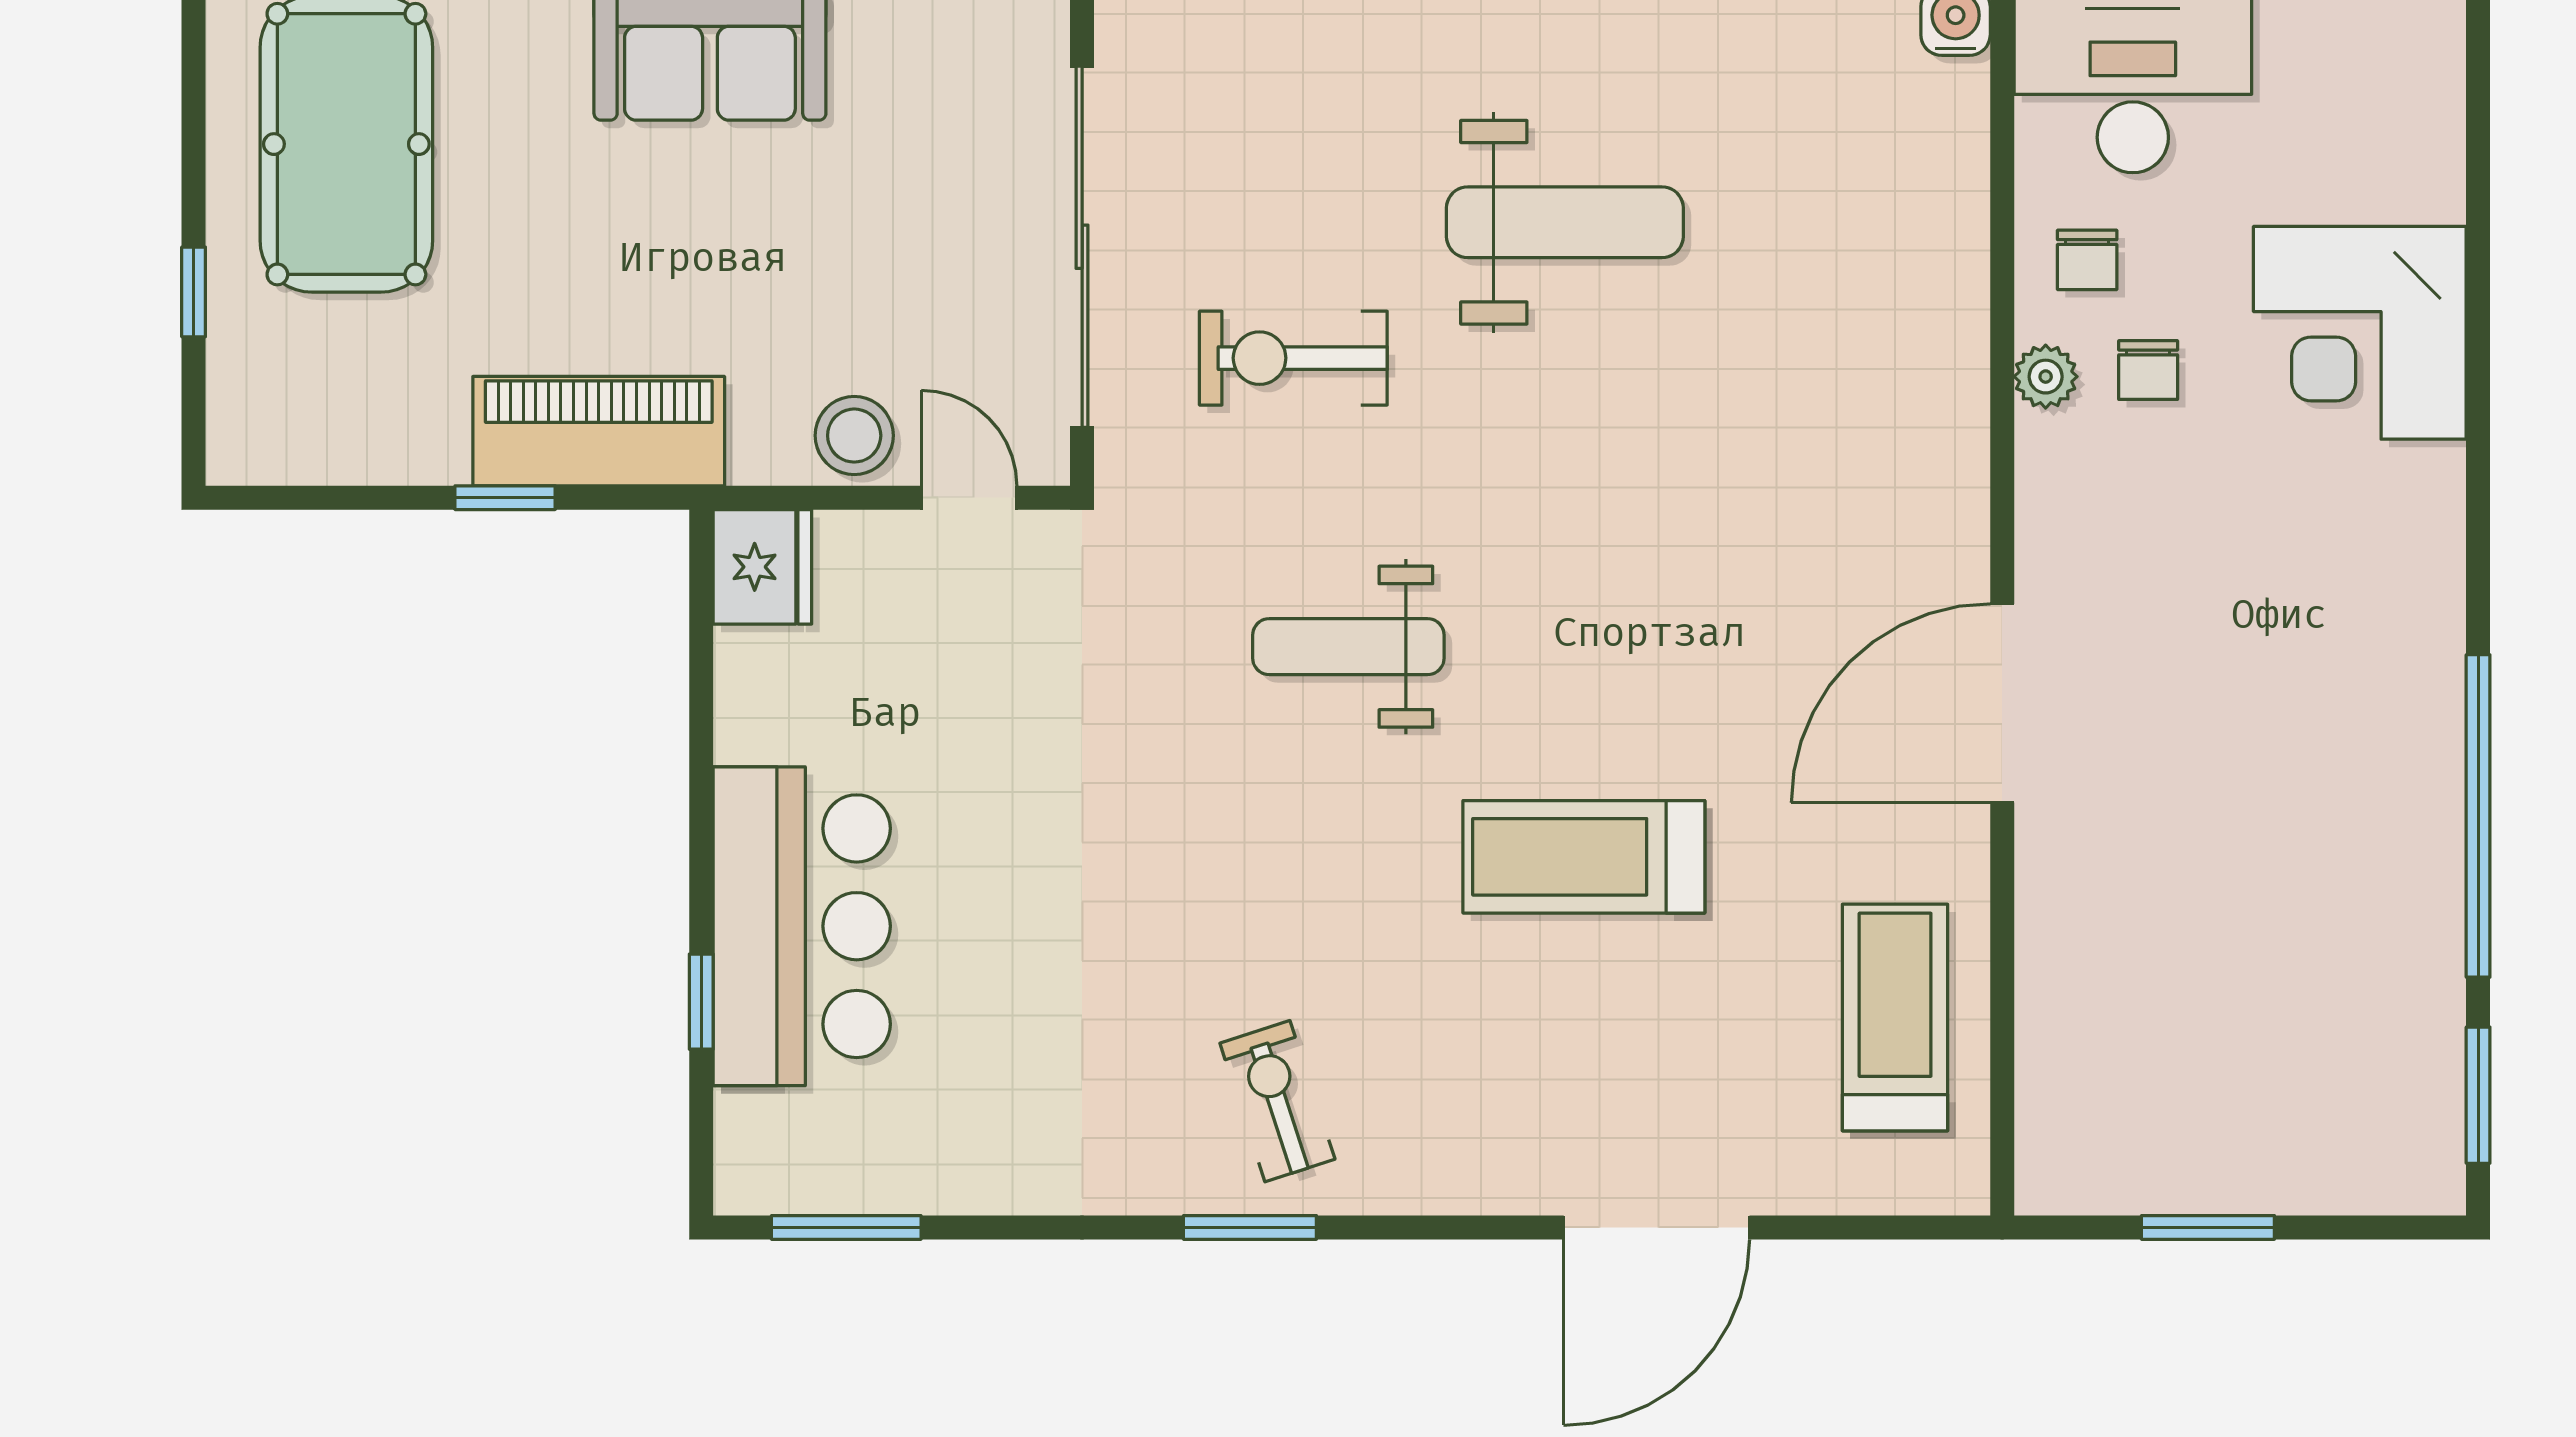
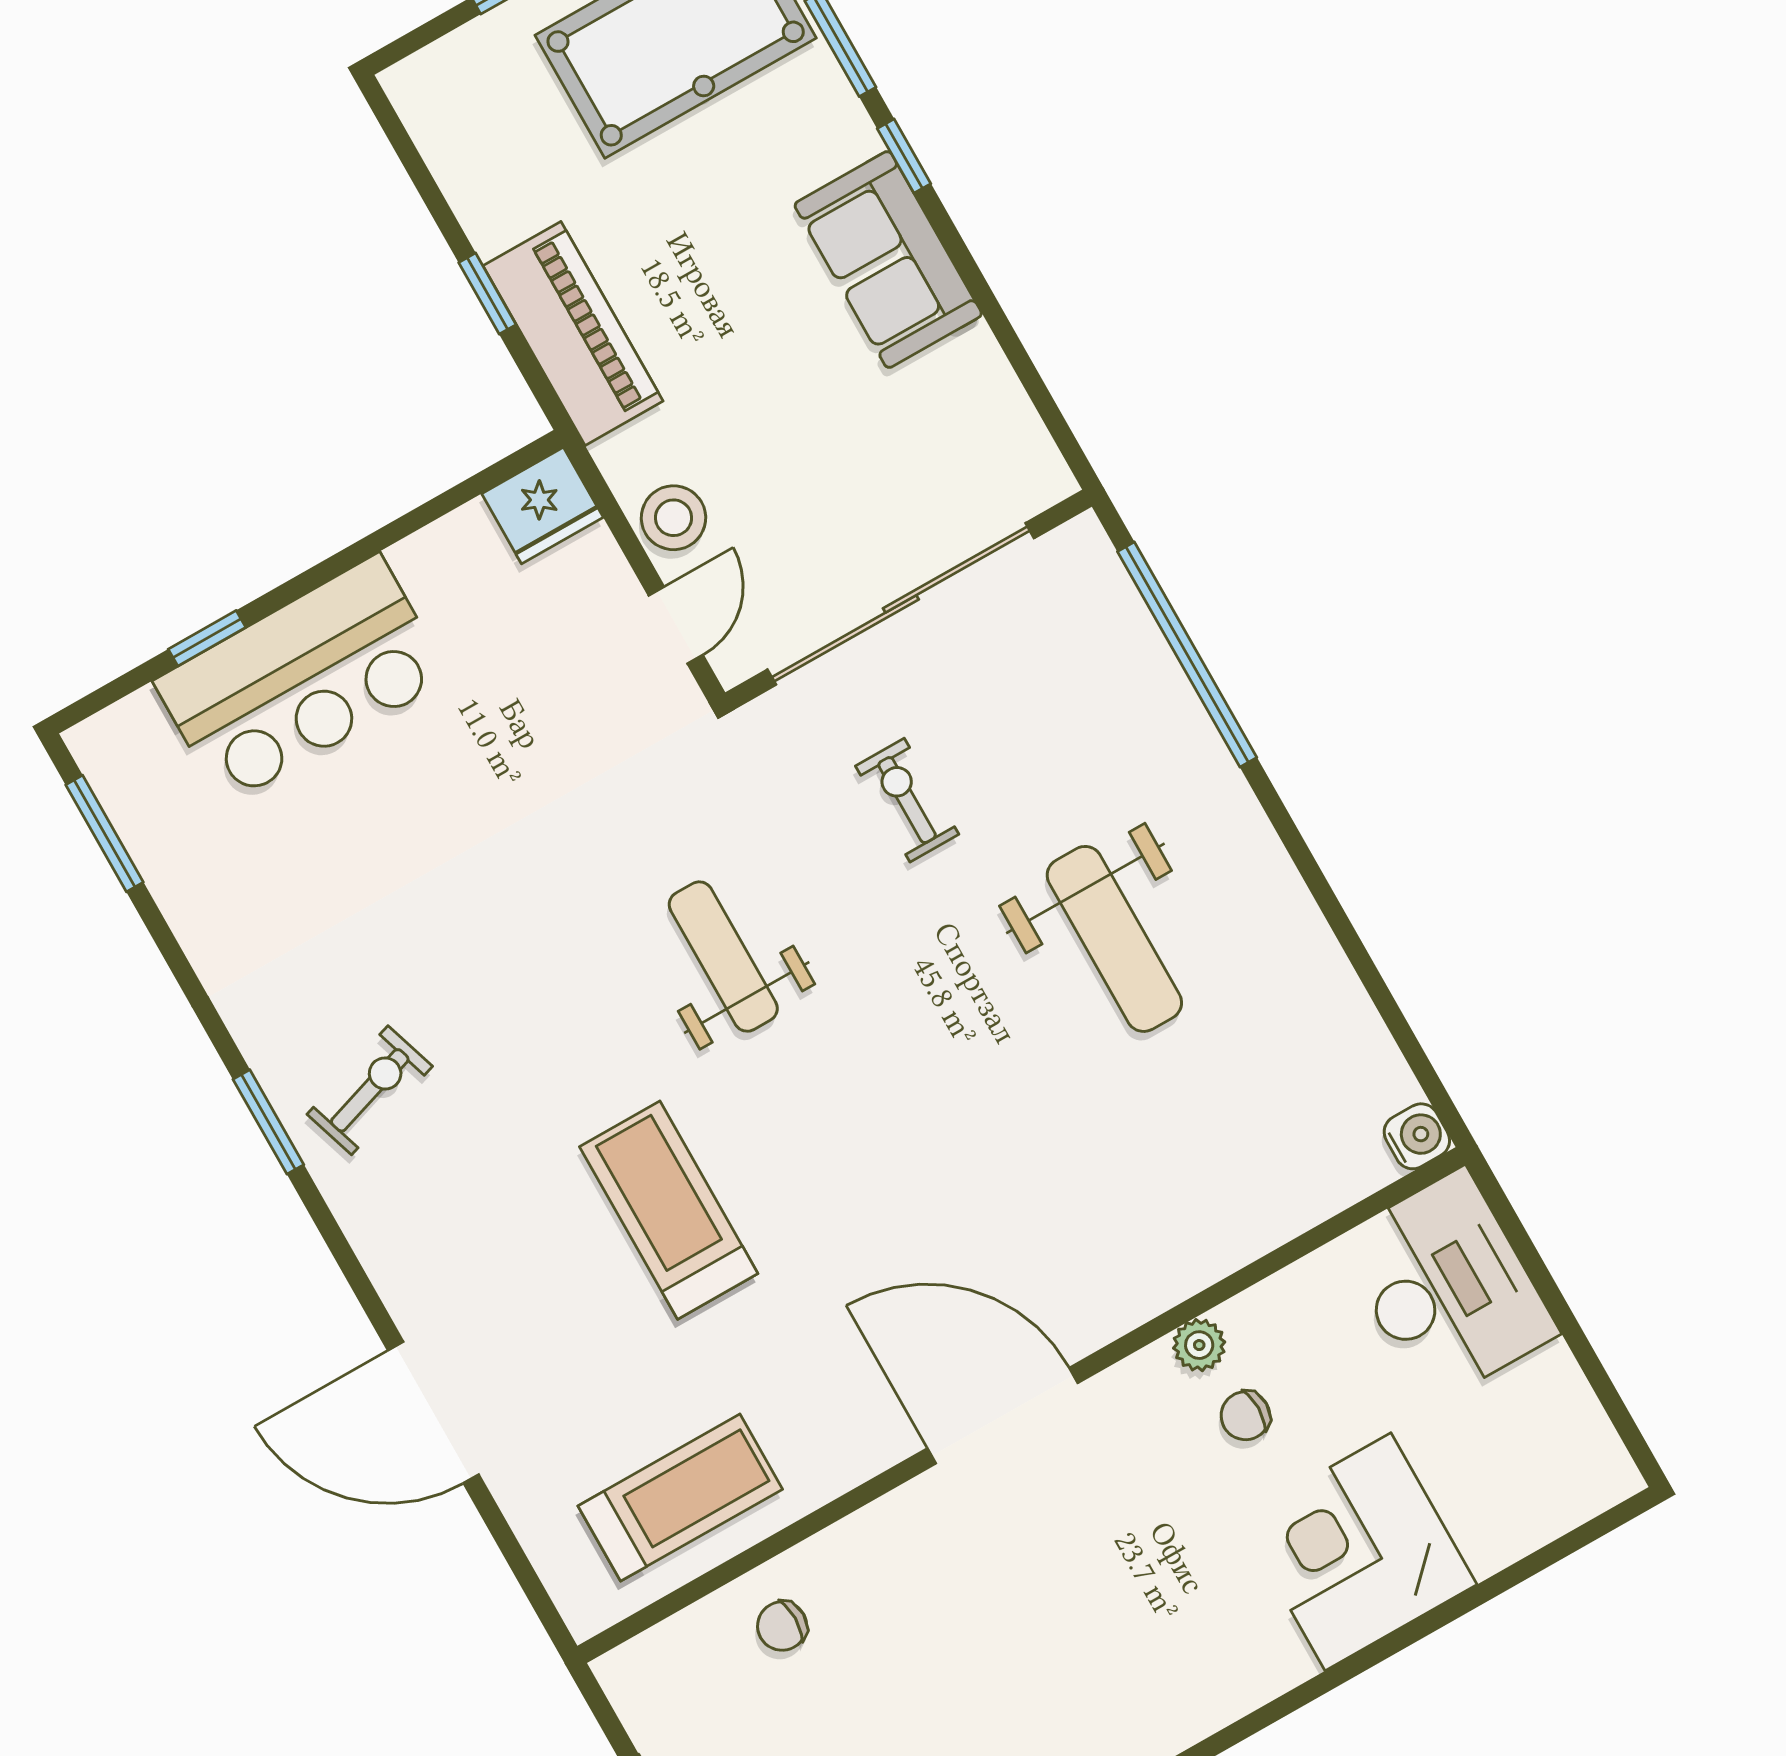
chair: (2087, 260) -> (782, 1626), moved
exercise bike: (1293, 358) -> (907, 800), width x0.73, depth x0.72
door: (2002, 703) -> (1003, 1416), moved

